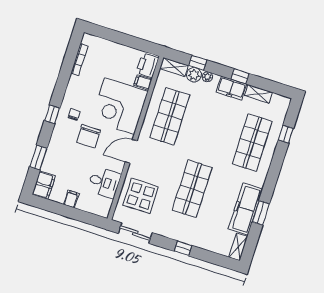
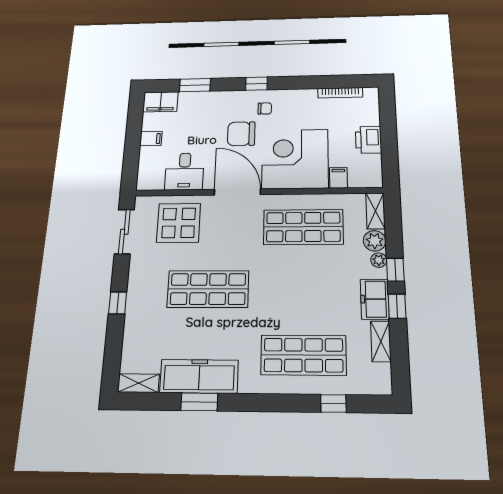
window: (198, 63) -> (395, 270), moved
printer: (147, 65) -> (368, 140), moved, turned -90
door: (131, 151) -> (237, 192), width x1.36

